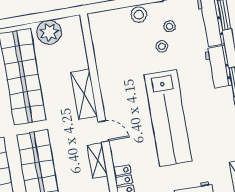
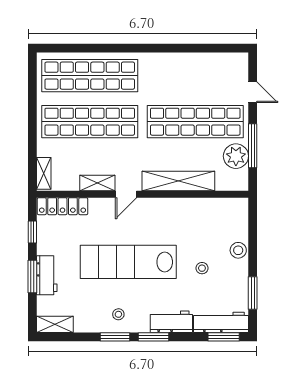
window: (36, 18) -> (253, 146), added
stool: (170, 26) -> (118, 314), moved
shelving: (84, 94) -> (178, 181), width x1.47

